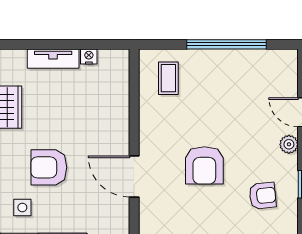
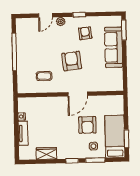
coffee table: (168, 78) -> (44, 76), moved
armchair: (204, 165) -> (72, 61), turned -97
armchair: (49, 167) -> (87, 125), moved

